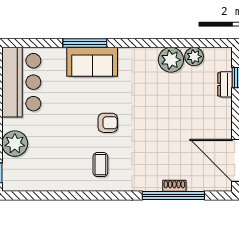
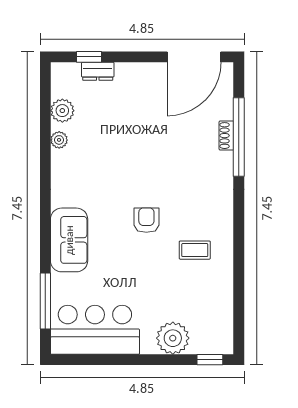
window: (85, 43) -> (45, 301), moved
plant: (171, 60) -> (59, 140), width x0.53, depth x0.53
coffee table: (100, 165) -> (195, 250), moved

